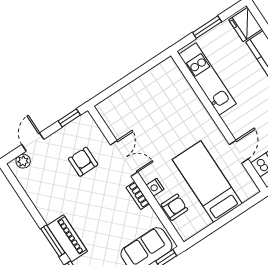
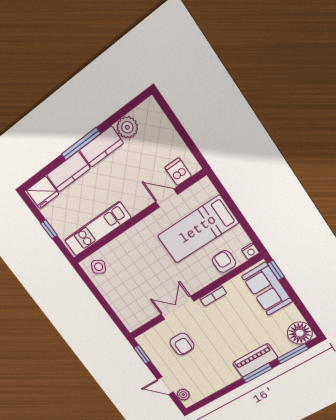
window: (207, 27) -> (49, 229), width x0.67
side table: (167, 77) -> (99, 267), added
armchair: (83, 162) -> (182, 344), turned -90
nightstand: (155, 187) -> (250, 251), moved

